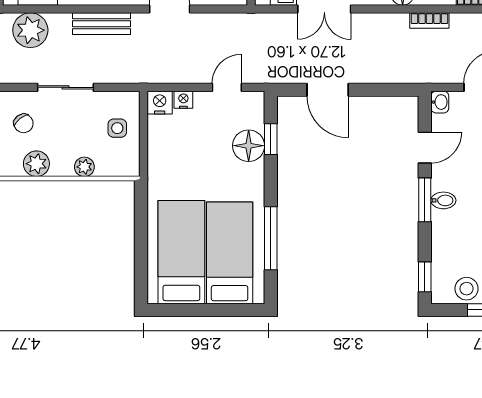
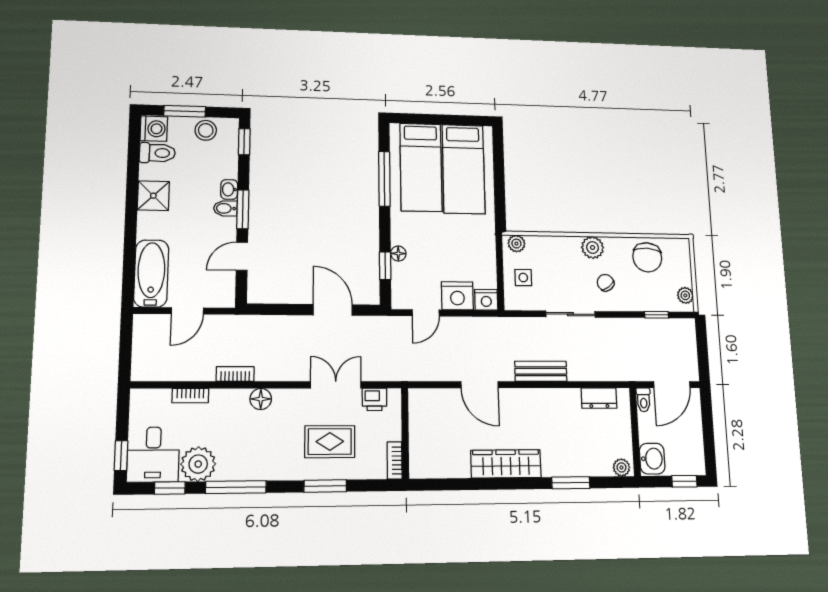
plant: (30, 30) -> (604, 365), removed
nightstand: (183, 100) -> (457, 296), width x1.89, depth x1.79
washbasin: (440, 102) -> (229, 189), moved
floor lamp: (249, 146) -> (398, 254), width x0.53, depth x0.53
plant: (84, 167) -> (516, 244), moved

